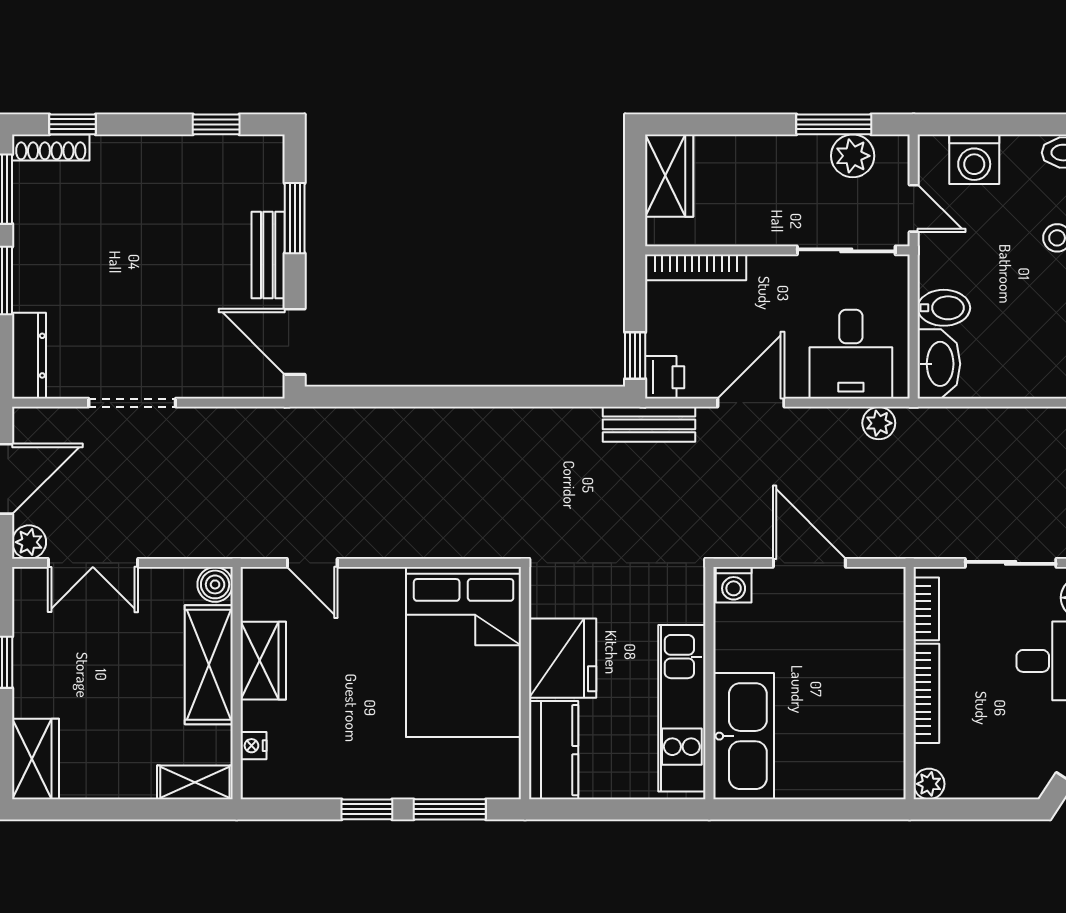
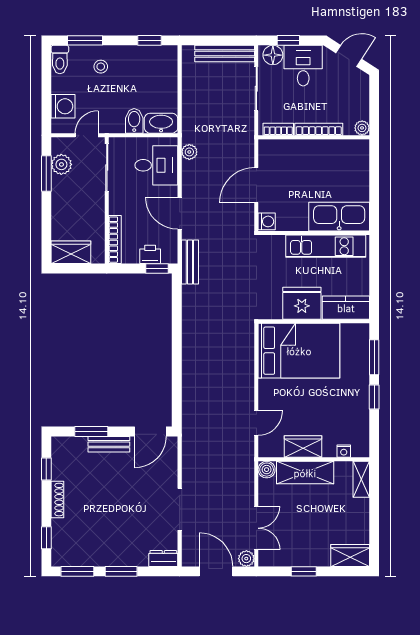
shoe rack: (51, 147) -> (57, 500), moved
dresser: (29, 356) -> (163, 559), width x0.70
printer: (665, 377) -> (150, 254), moved

